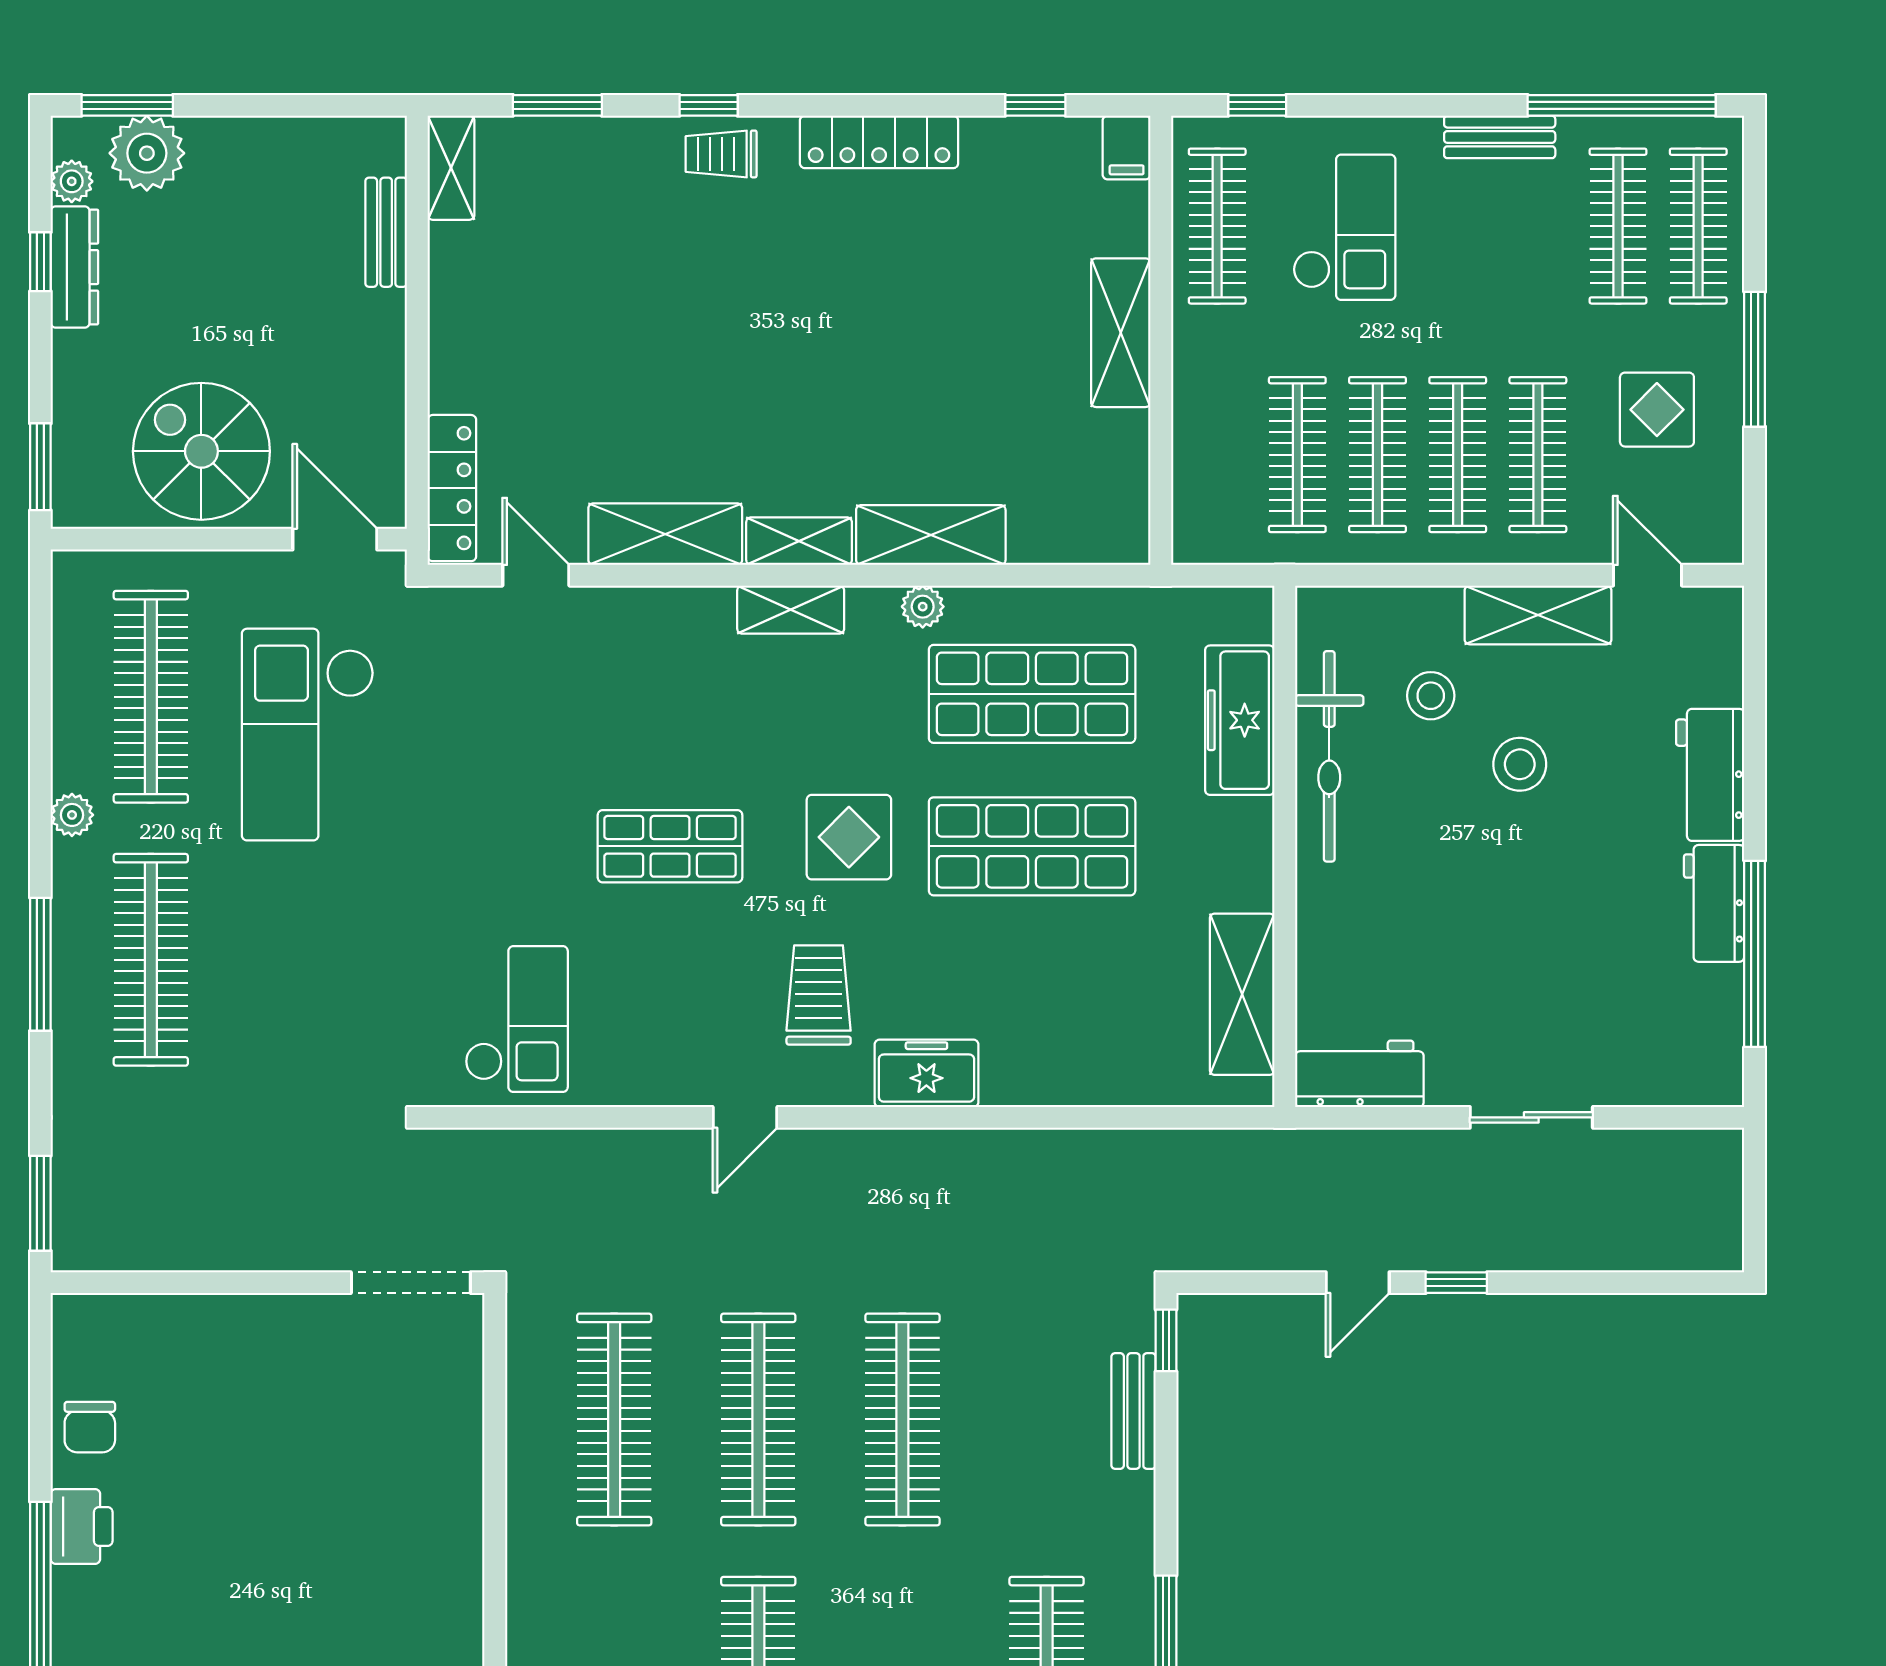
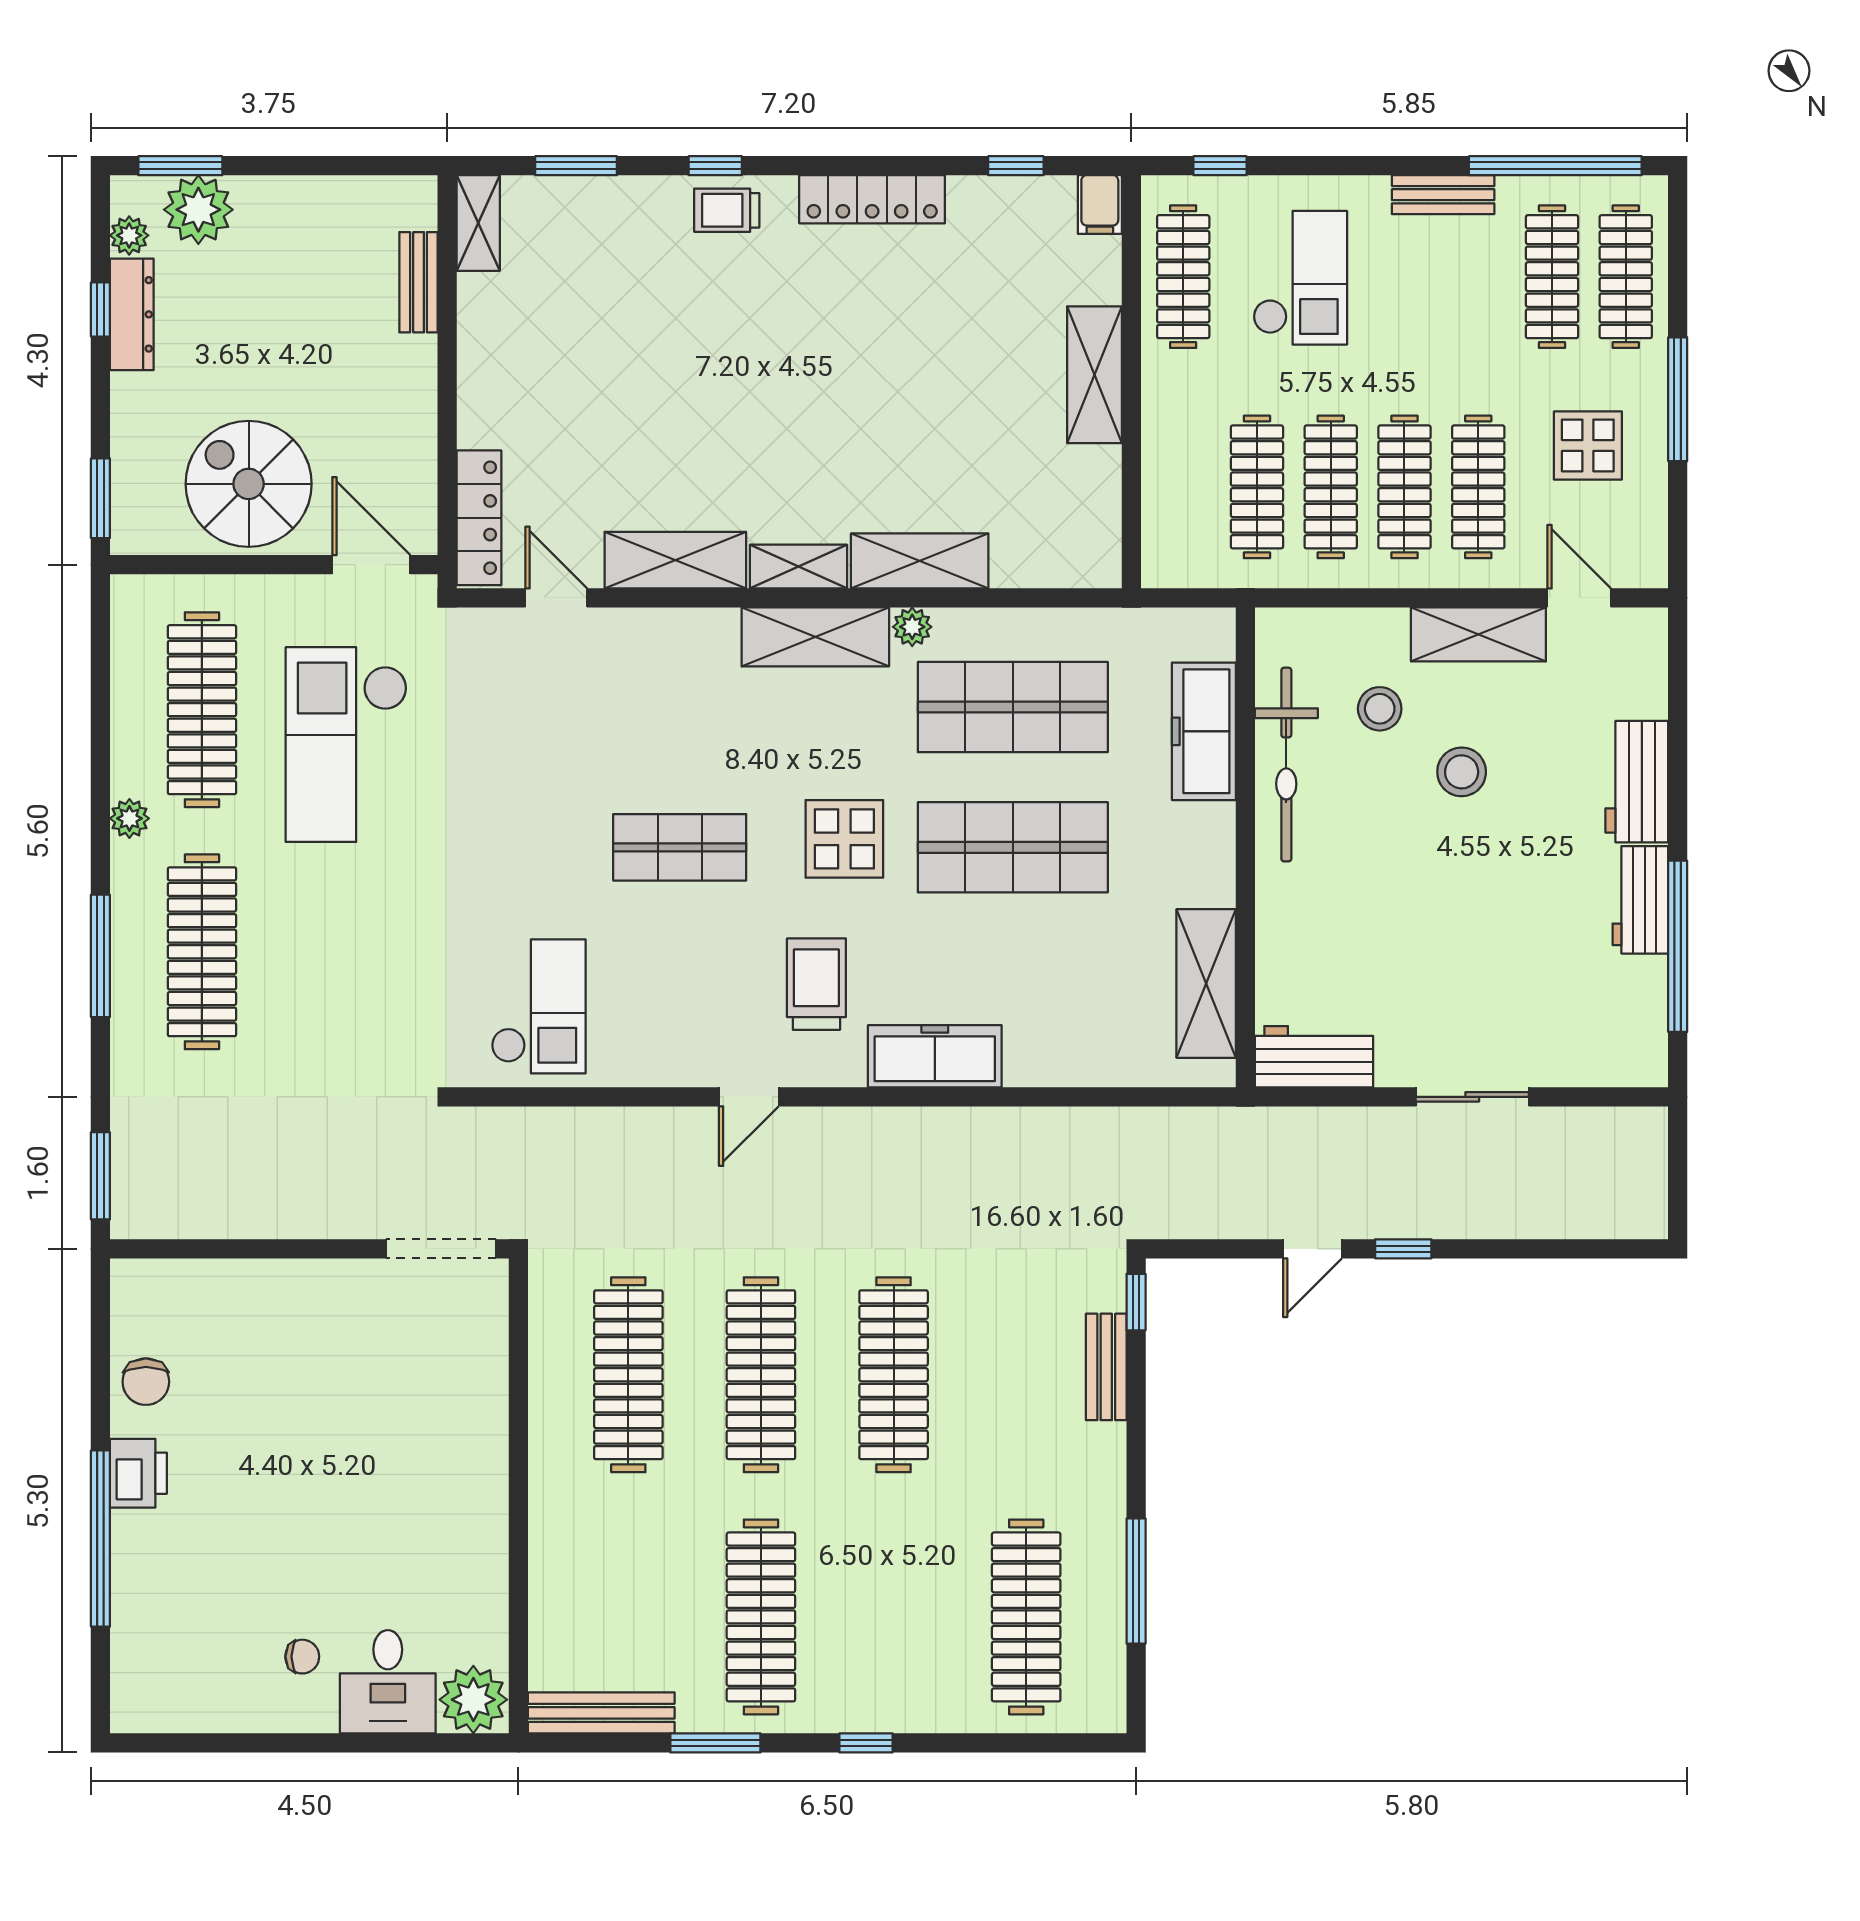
shelving: (791, 610) -> (815, 637), width x1.50, depth x1.33
freezer: (926, 1073) -> (935, 1056), width x1.40

